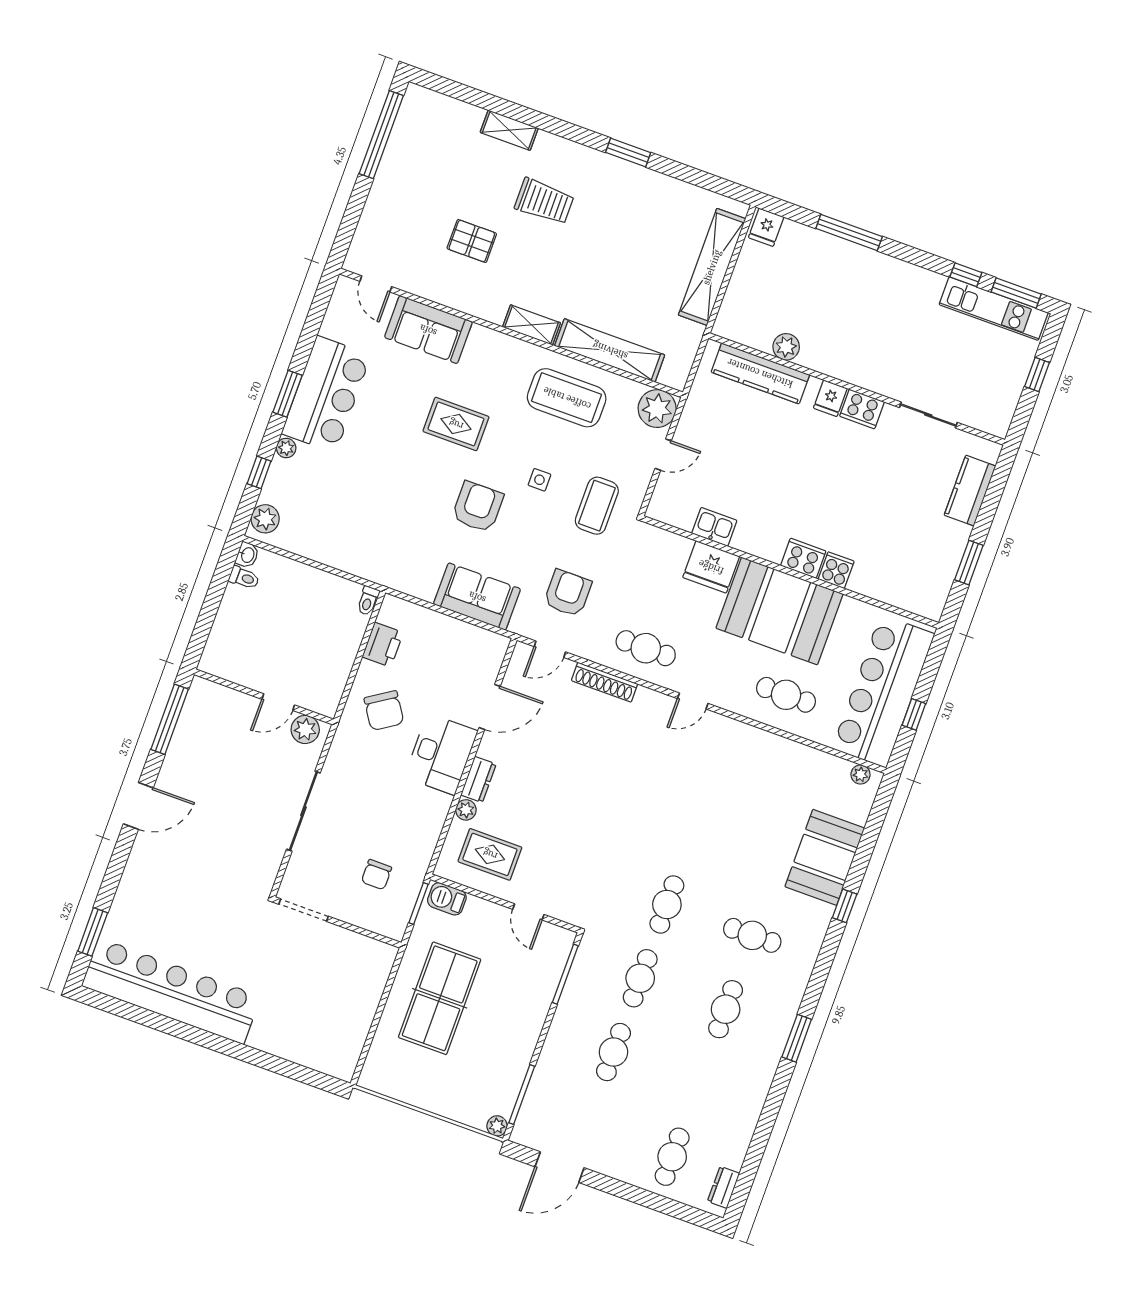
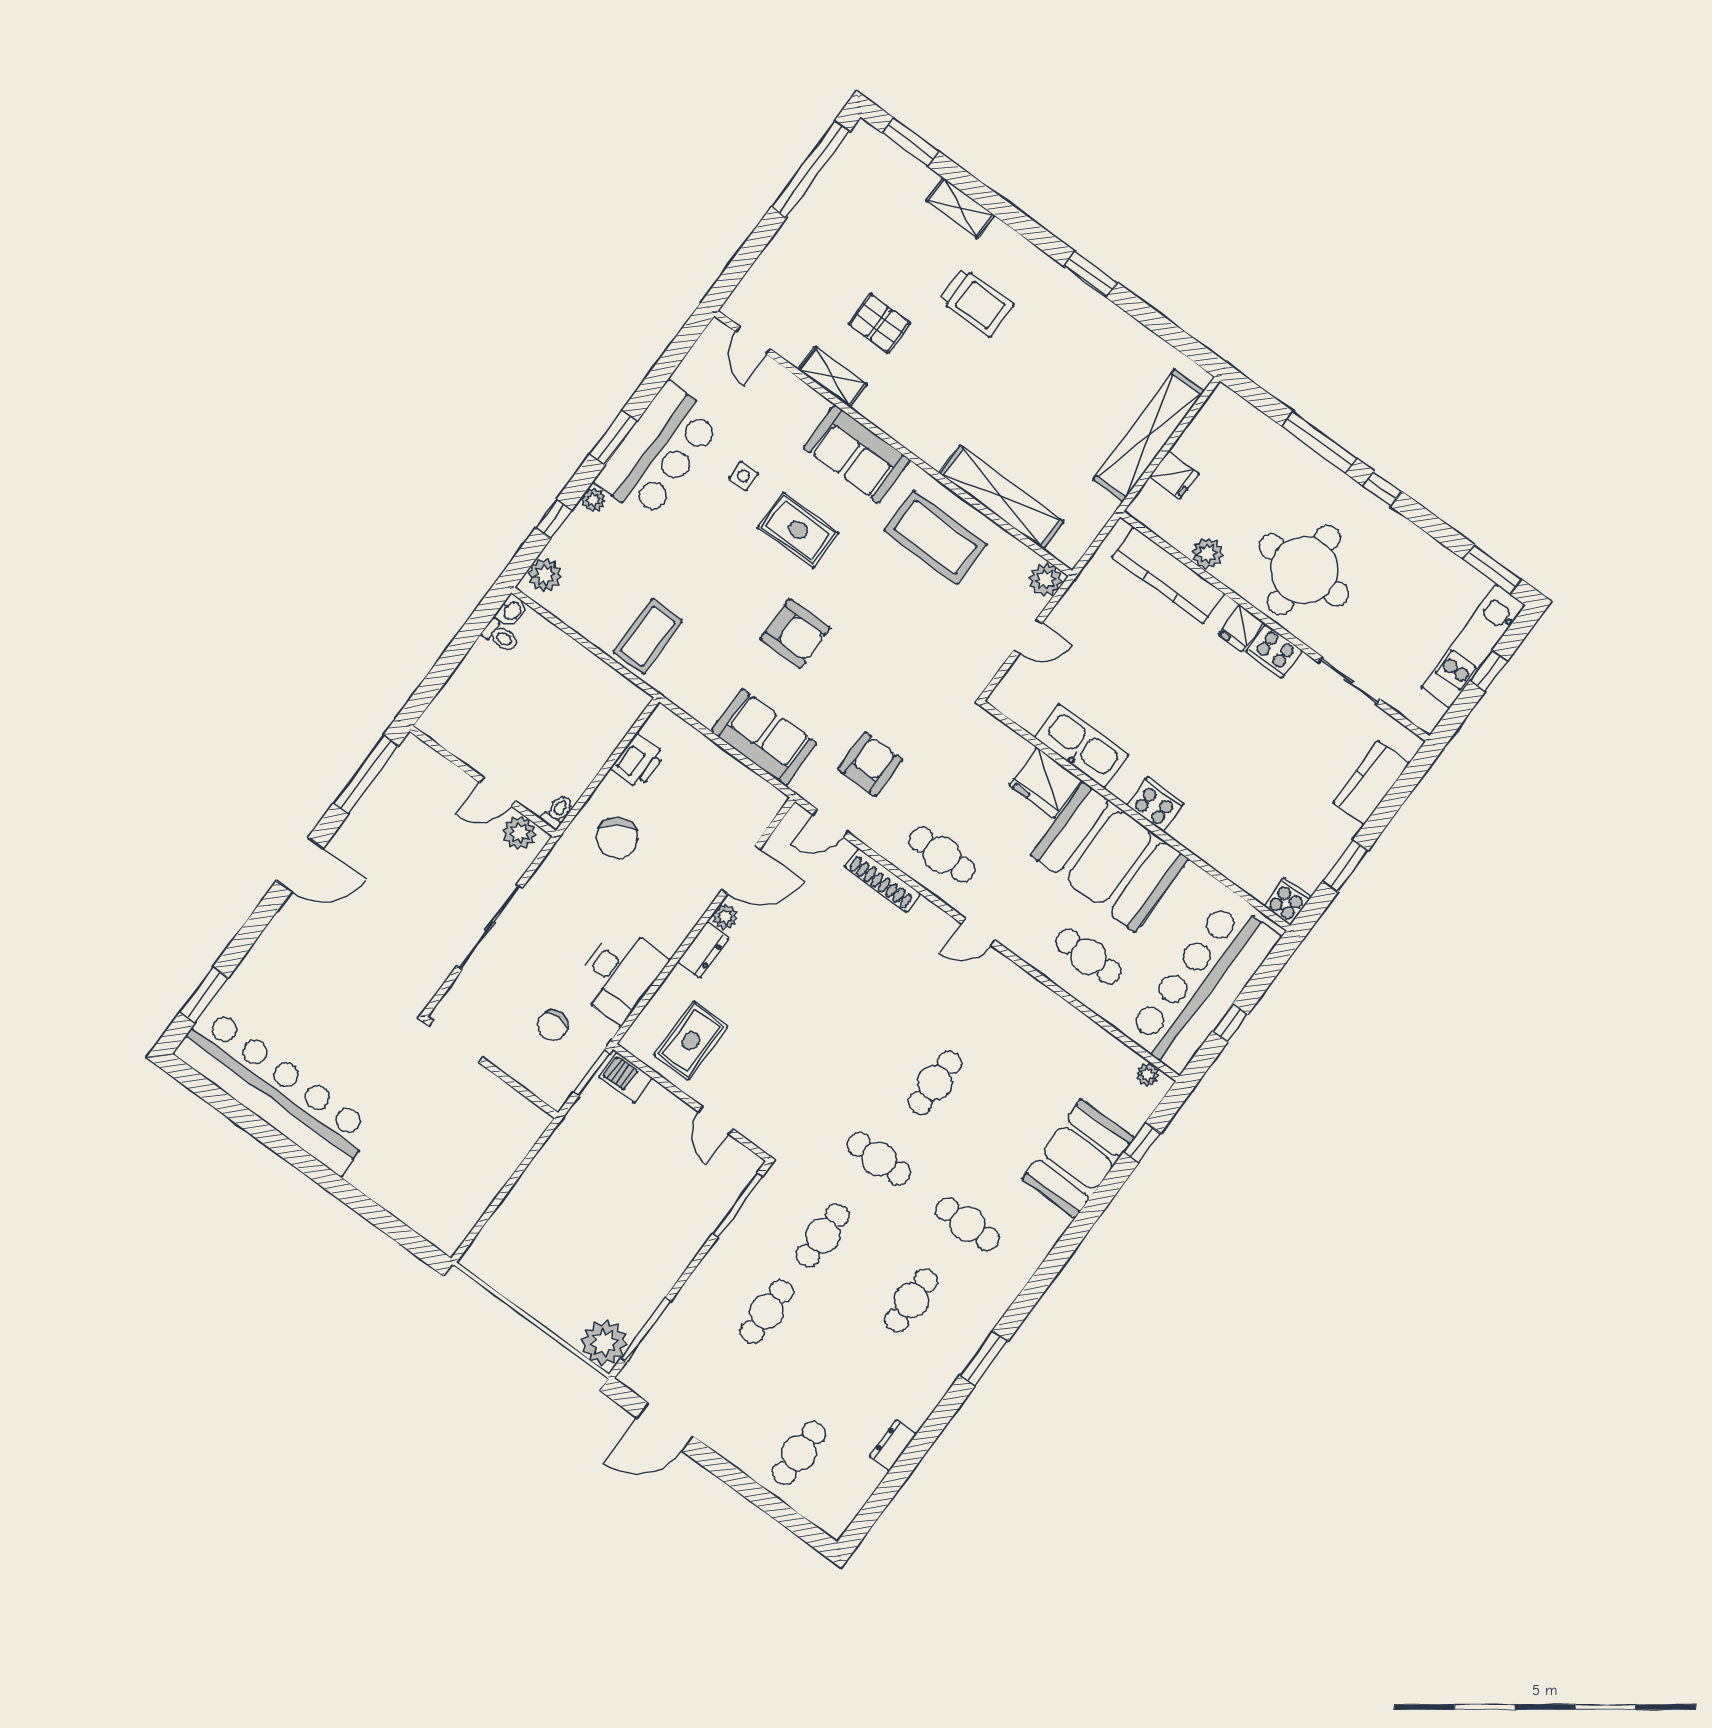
window: (454, 90) -> (910, 142), added
fridge: (766, 227) -> (1174, 475), moved, turned -90
window: (966, 275) -> (1382, 489), moved
kitchen unit: (994, 309) -> (1473, 646), moved, turned 90
shelving: (532, 325) -> (833, 377), moved
sofa: (428, 330) -> (857, 454), moved
round table: (867, 337) -> (1304, 570), added
plant: (657, 409) -> (1045, 580), width x0.73, depth x0.73
side table: (539, 480) -> (743, 476), moved
coffee table: (597, 506) -> (648, 636), moved
armchair: (478, 507) -> (795, 634), turned 90
kitchen sink: (714, 527) -> (1081, 746), width x1.87, depth x1.24
cooker: (836, 570) -> (1287, 901), moved
toilet: (368, 601) -> (558, 812), moved, turned 180
desk: (441, 754) -> (620, 974), moved
plant: (466, 810) -> (725, 917), moved
cafe table: (694, 831) -> (935, 1083), added
rug: (490, 854) -> (691, 1041), turned 90
cafe table: (667, 904) -> (879, 1159), turned 90
window: (845, 906) -> (1142, 1143), moved
table tennis table: (440, 998) -> (584, 1190), removed
plant: (497, 1126) -> (604, 1343), width x1.88, depth x1.88
dresser: (724, 1187) -> (893, 1445), moved

